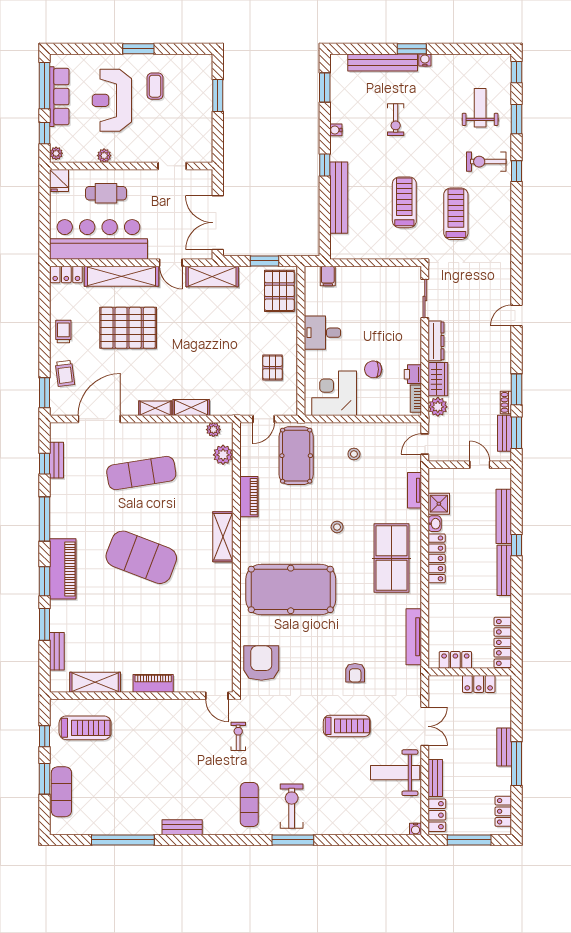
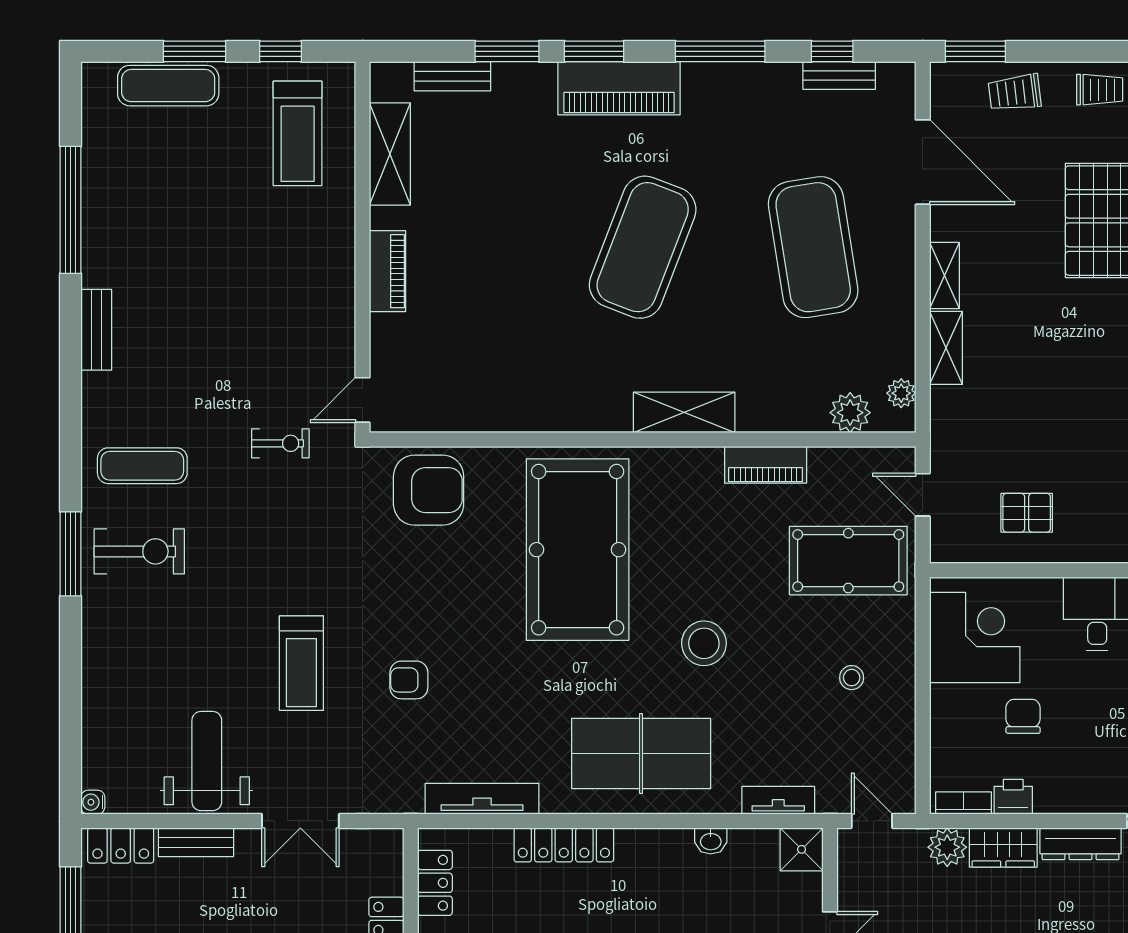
exercise mat: (141, 473) -> (813, 247), width x1.47
shower: (439, 504) -> (802, 849), moved
stool: (337, 527) -> (704, 643), width x1.89, depth x1.89
locker: (437, 558) -> (564, 845), moved

